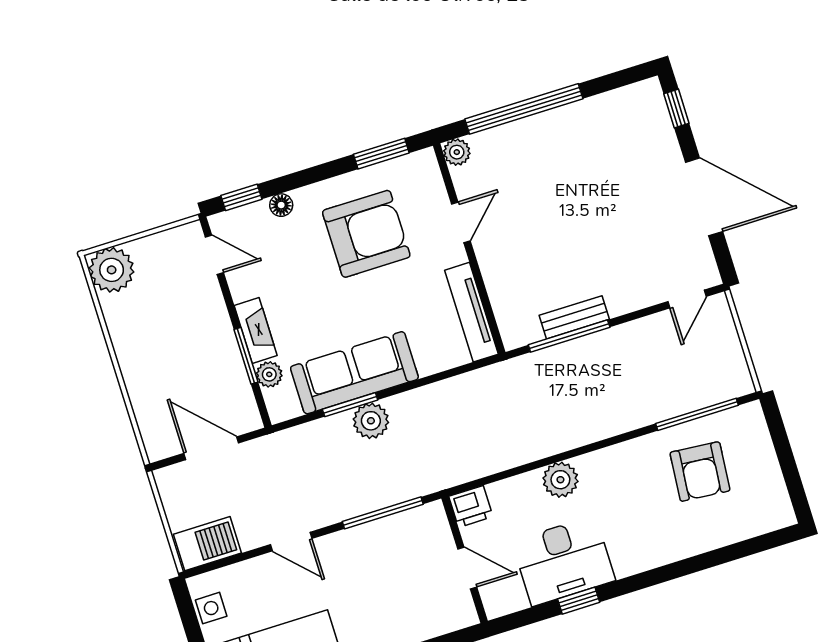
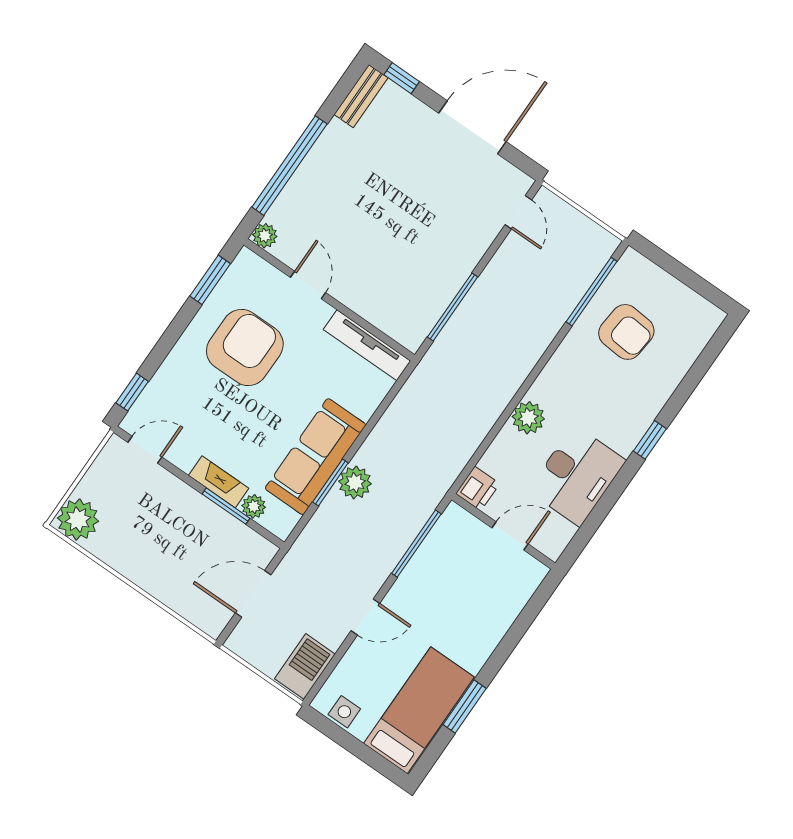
floor lamp: (281, 205) -> (166, 375), removed
bench: (574, 317) -> (361, 96), moved
window: (579, 601) -> (650, 440), moved

